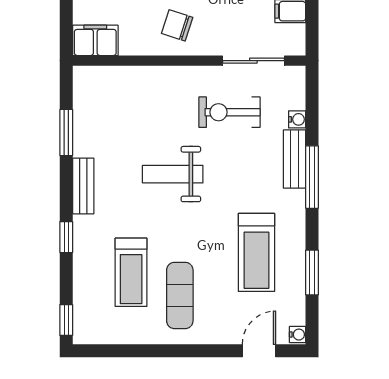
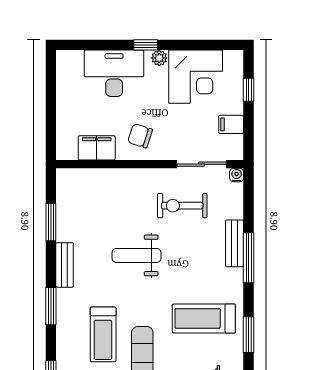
filing cabinet: (95, 40) -> (97, 148), moved
water cooler: (297, 119) -> (237, 175), moved, turned -90
window: (66, 237) -> (51, 306), width x1.50
treadmill: (256, 252) -> (204, 318), turned 90

